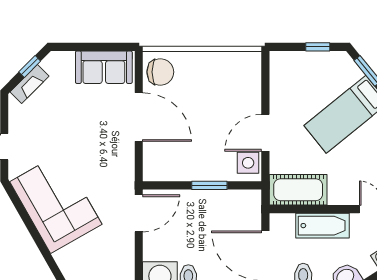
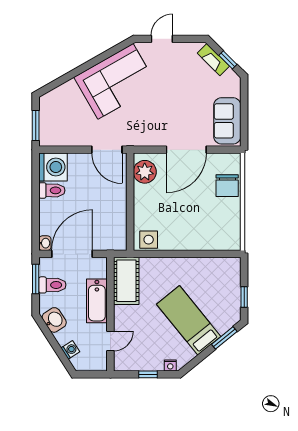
chair: (160, 72) -> (227, 186), moved
door: (265, 133) -> (173, 254), removed
plant: (166, 167) -> (145, 172), added
window: (209, 185) -> (130, 208), removed

